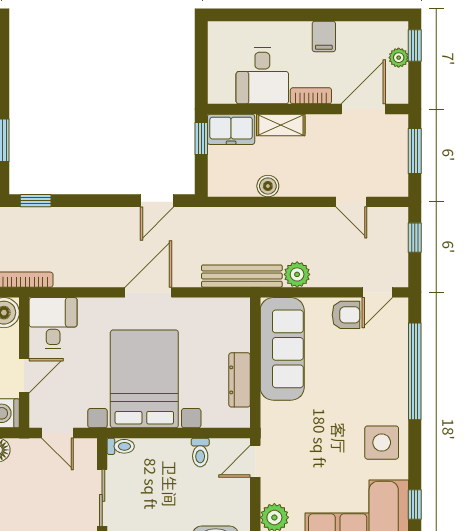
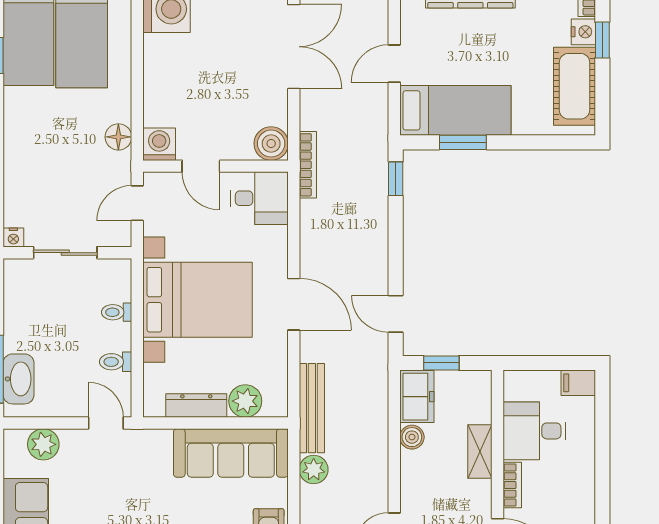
filing cabinet: (324, 36) -> (578, 383), moved
freezer: (231, 129) -> (417, 397), moved, turned 180
window: (201, 138) -> (441, 363), moved
plant: (235, 336) -> (245, 401), added
toilet: (121, 446) -> (117, 312), moved, turned 90

